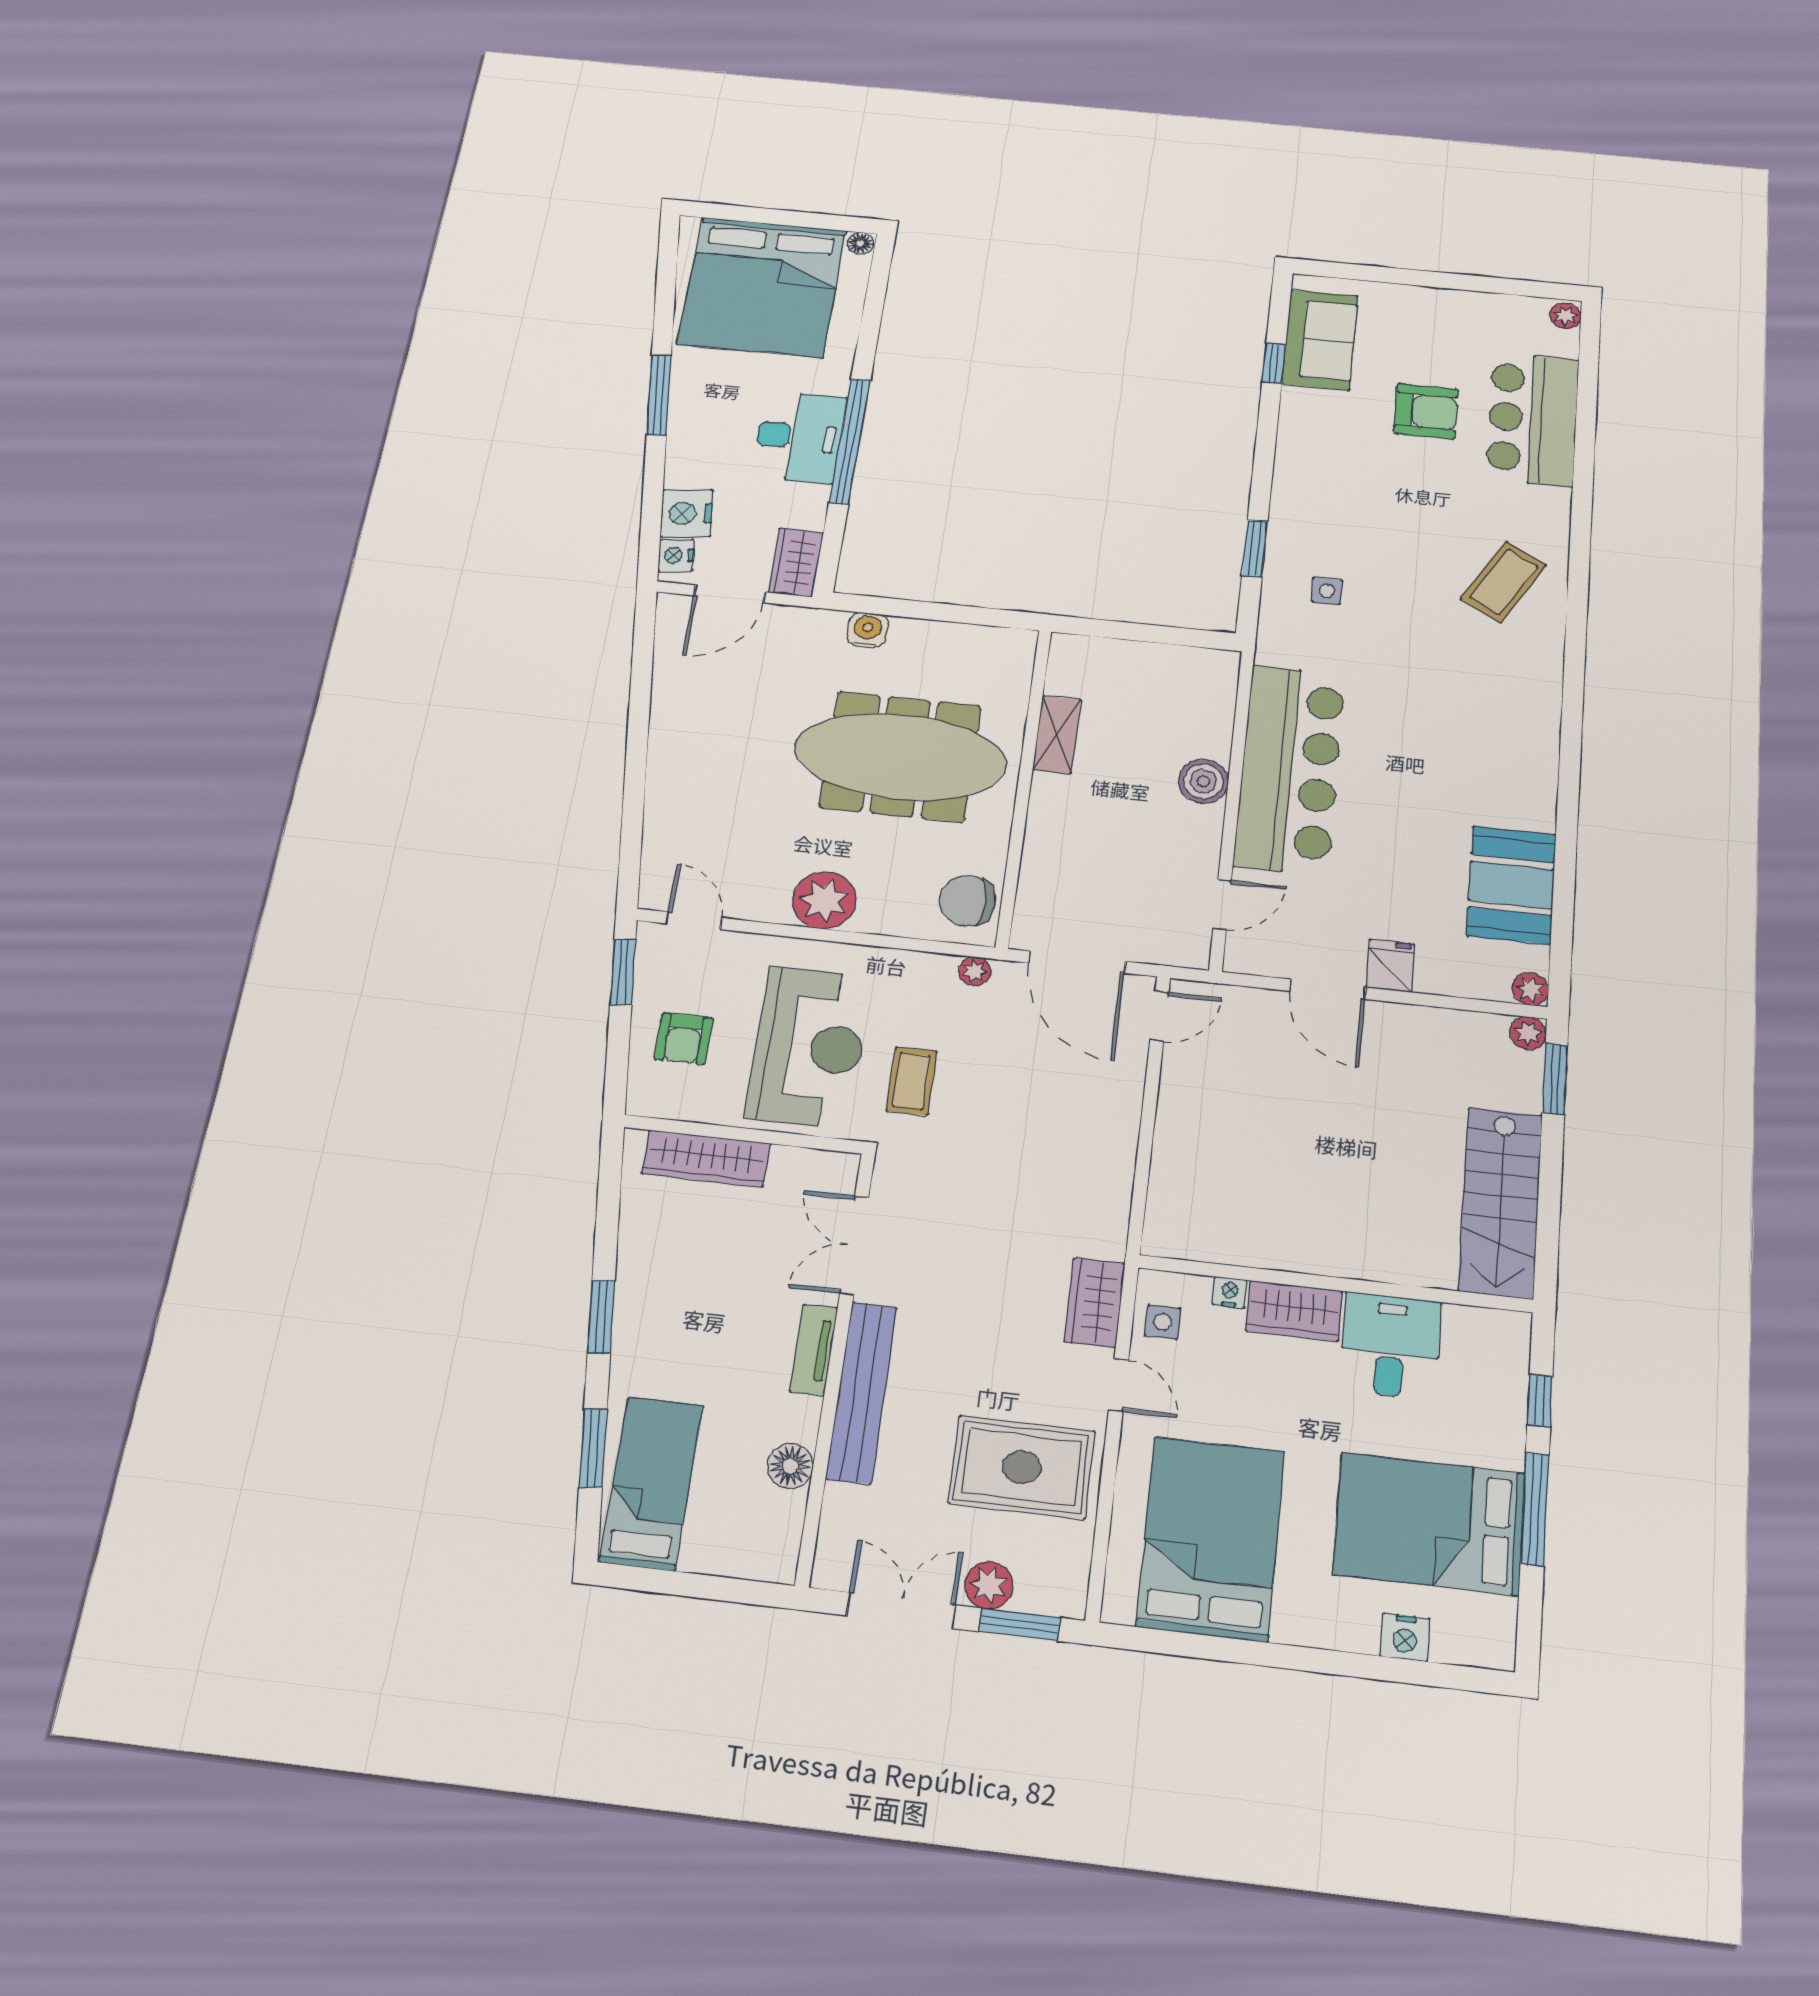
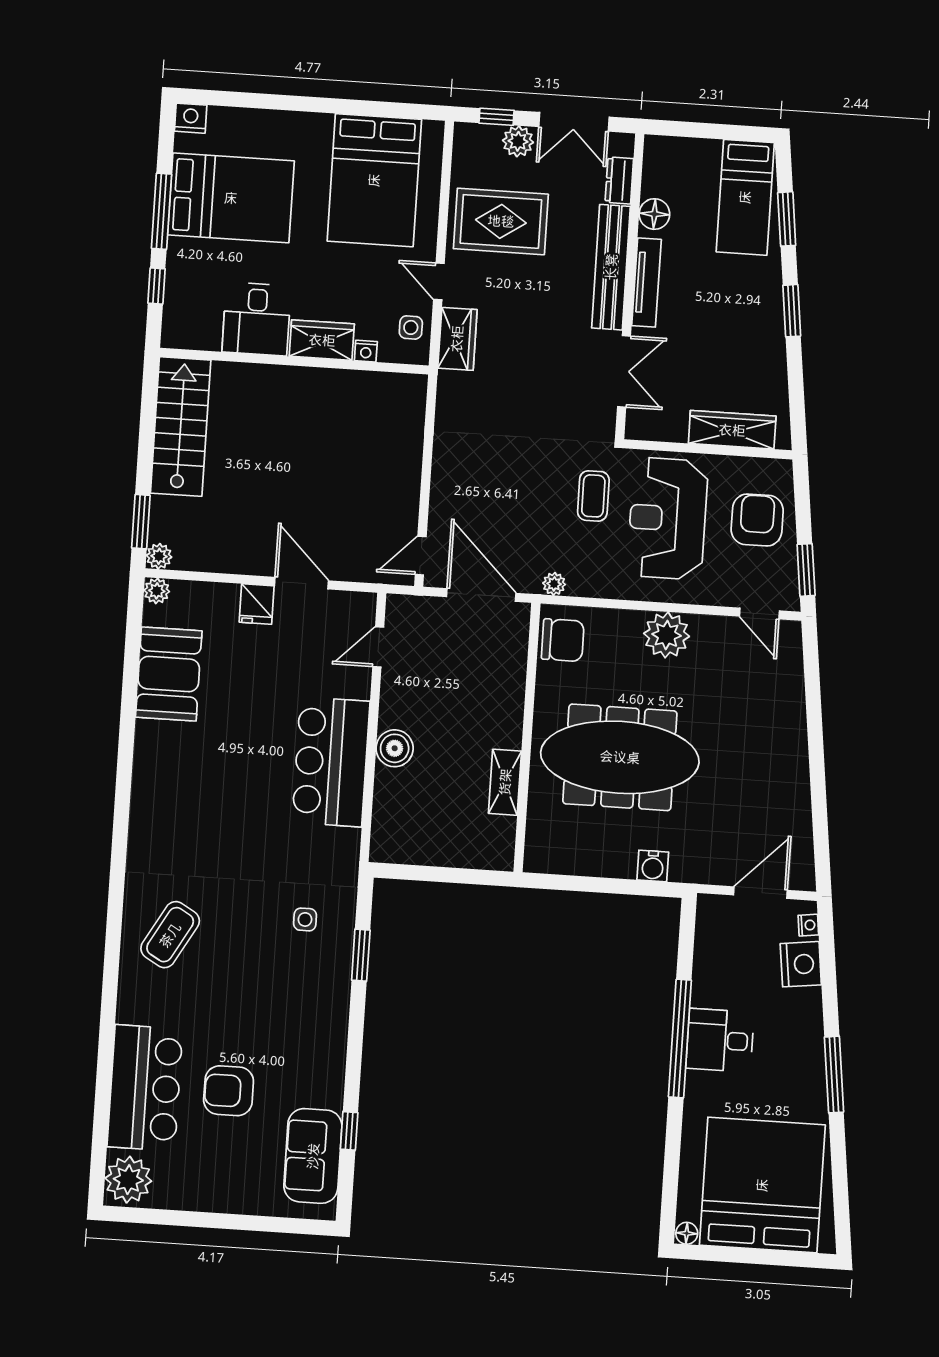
plant: (1565, 316) -> (128, 1180), width x1.88, depth x1.88
desk: (799, 437) -> (720, 1040), width x0.73
nightstand: (676, 555) -> (808, 925), width x0.72, depth x0.74
wardrobe: (796, 562) -> (712, 924), removed
bar counter: (1290, 769) -> (331, 762), width x0.73
armchair: (684, 1039) -> (757, 520), width x1.38, depth x1.38
tv unit: (814, 1350) -> (646, 283), width x1.41
dresser: (839, 1518) -> (619, 180), added
window: (1020, 1625) -> (497, 117), width x0.67
nightstand: (1405, 1637) -> (191, 118), moved

